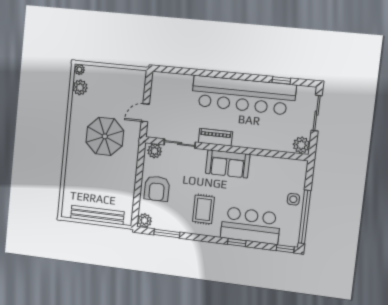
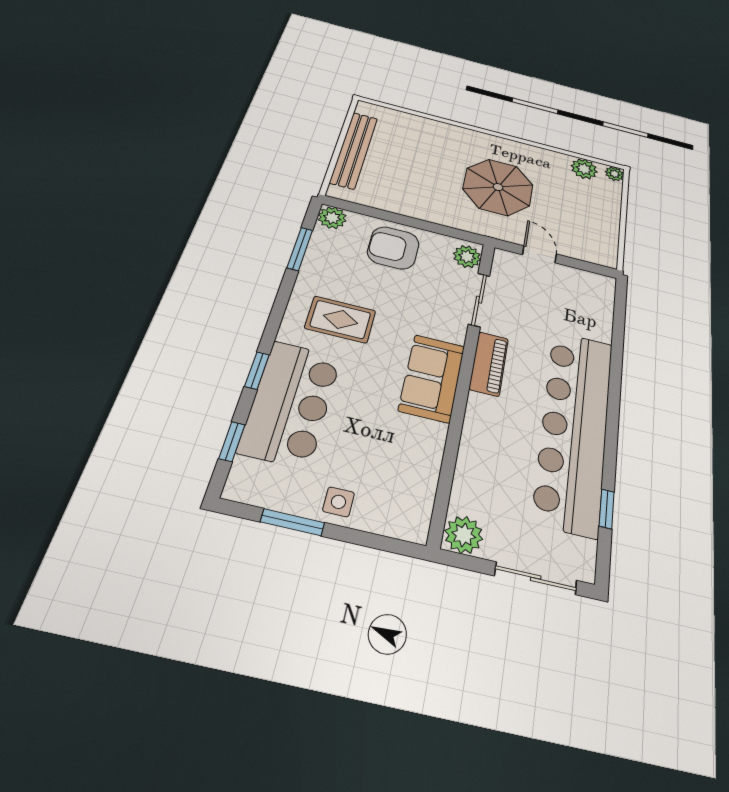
window: (305, 217) -> (292, 522), width x0.47
window: (285, 249) -> (232, 442), moved

